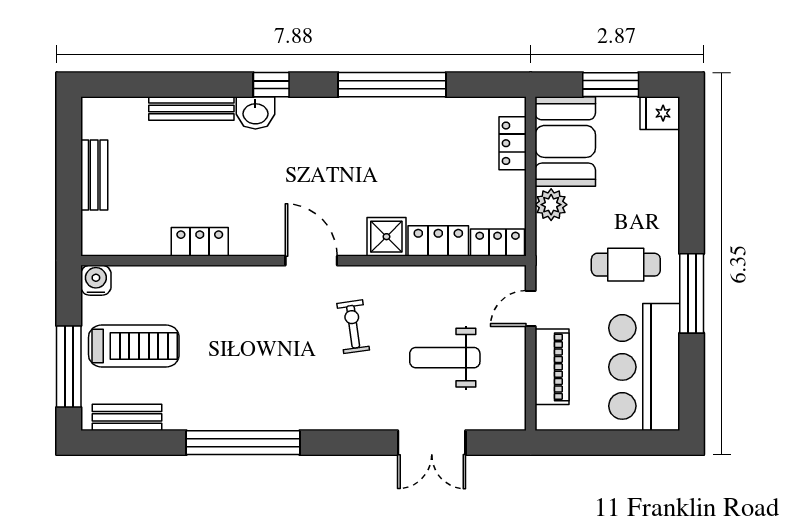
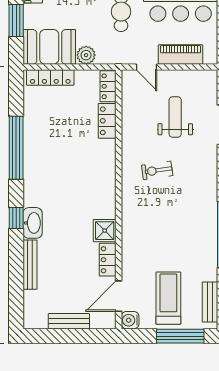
washbasin: (255, 113) -> (33, 223), width x1.38
locker: (513, 143) -> (50, 77), width x1.53
shower: (386, 237) -> (105, 231), moved
door: (311, 261) -> (119, 296), moved
weight bench: (445, 358) -> (175, 117), turned 180

